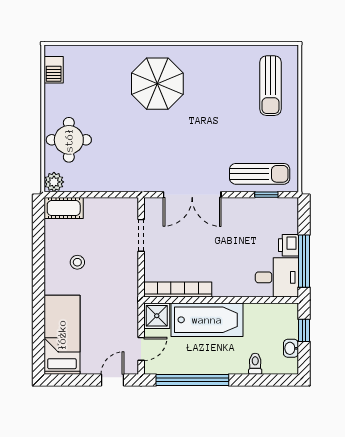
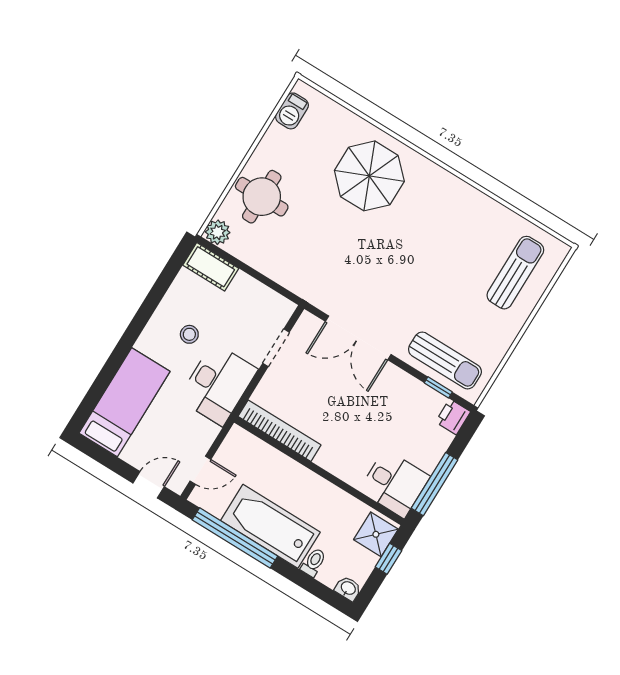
parasol: (157, 84) -> (369, 176), moved
sun lounger: (271, 86) -> (515, 273), turned 180
printer: (288, 245) -> (453, 417), moved
desk: (117, 284) -> (218, 384), added
shower: (157, 316) -> (376, 534), moved
bathtub: (207, 320) -> (270, 526), moved, turned 180
washbasin: (291, 348) -> (348, 588), moved, turned 90

